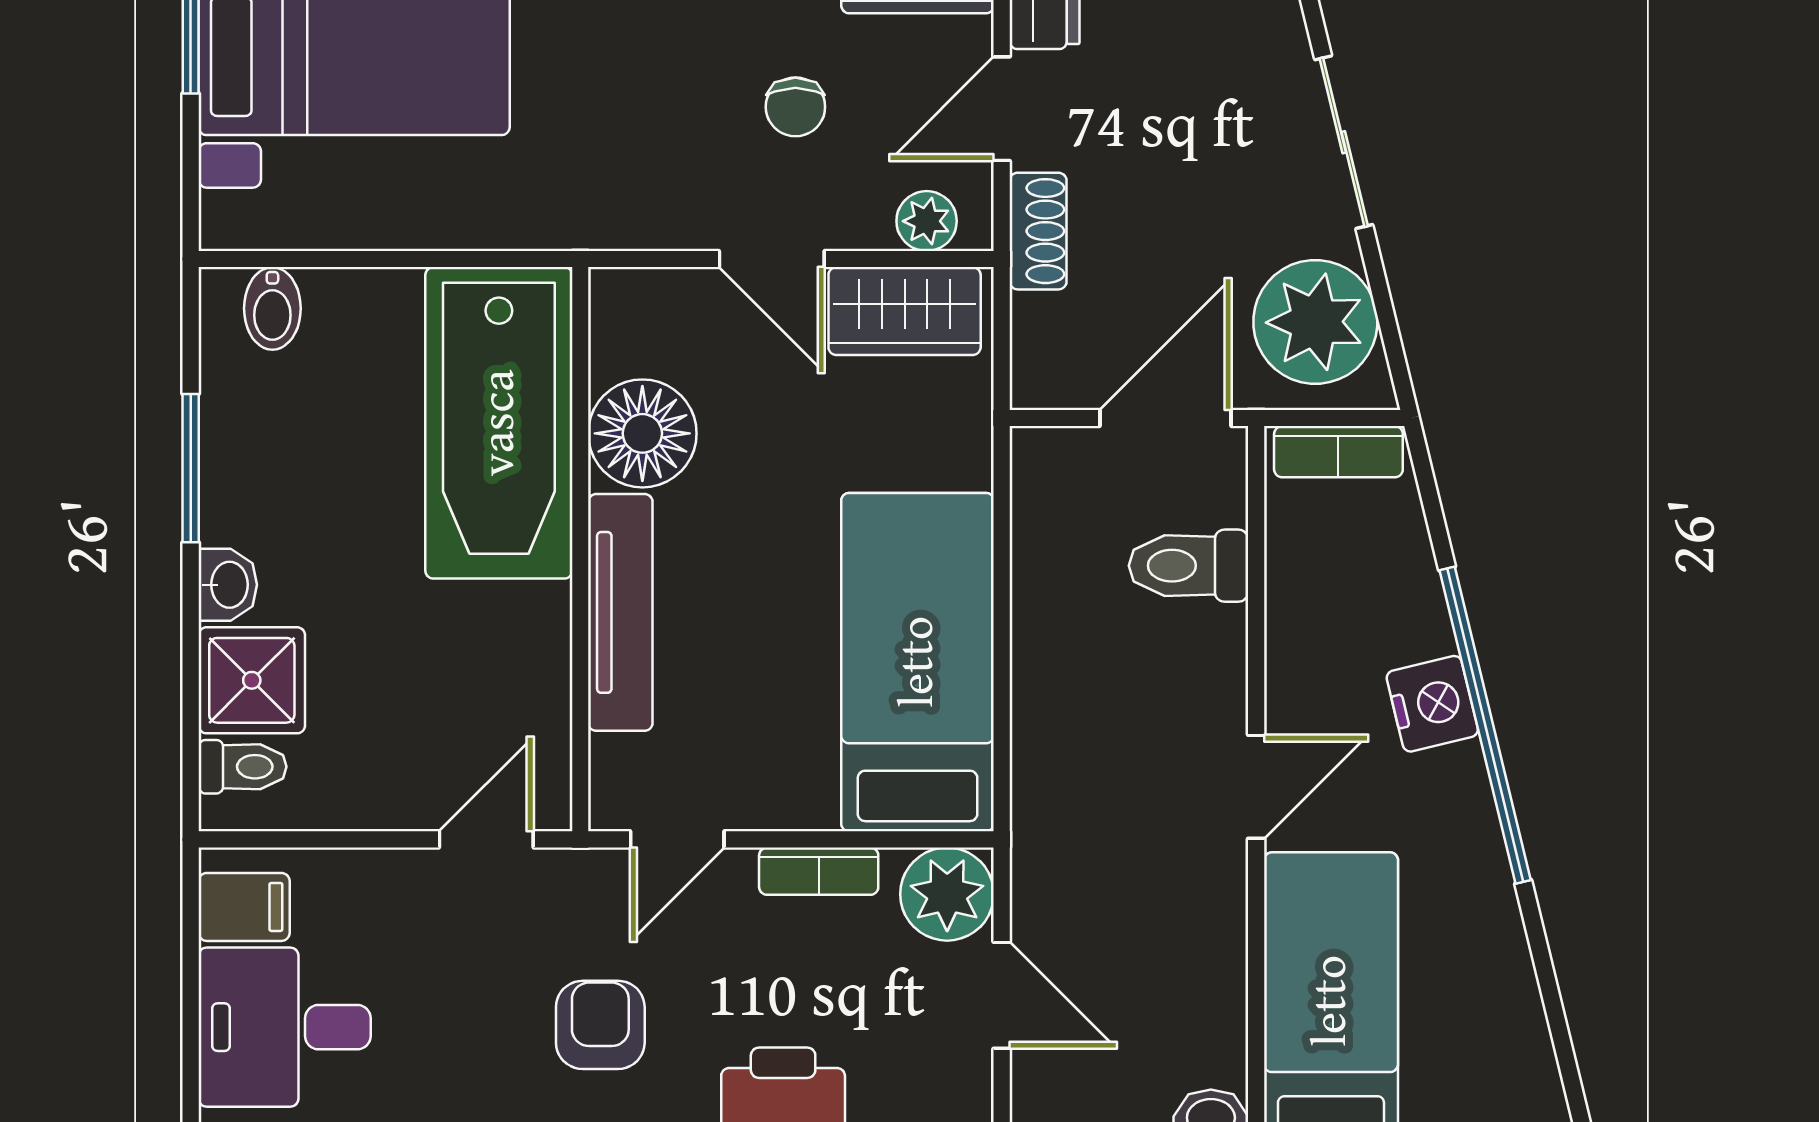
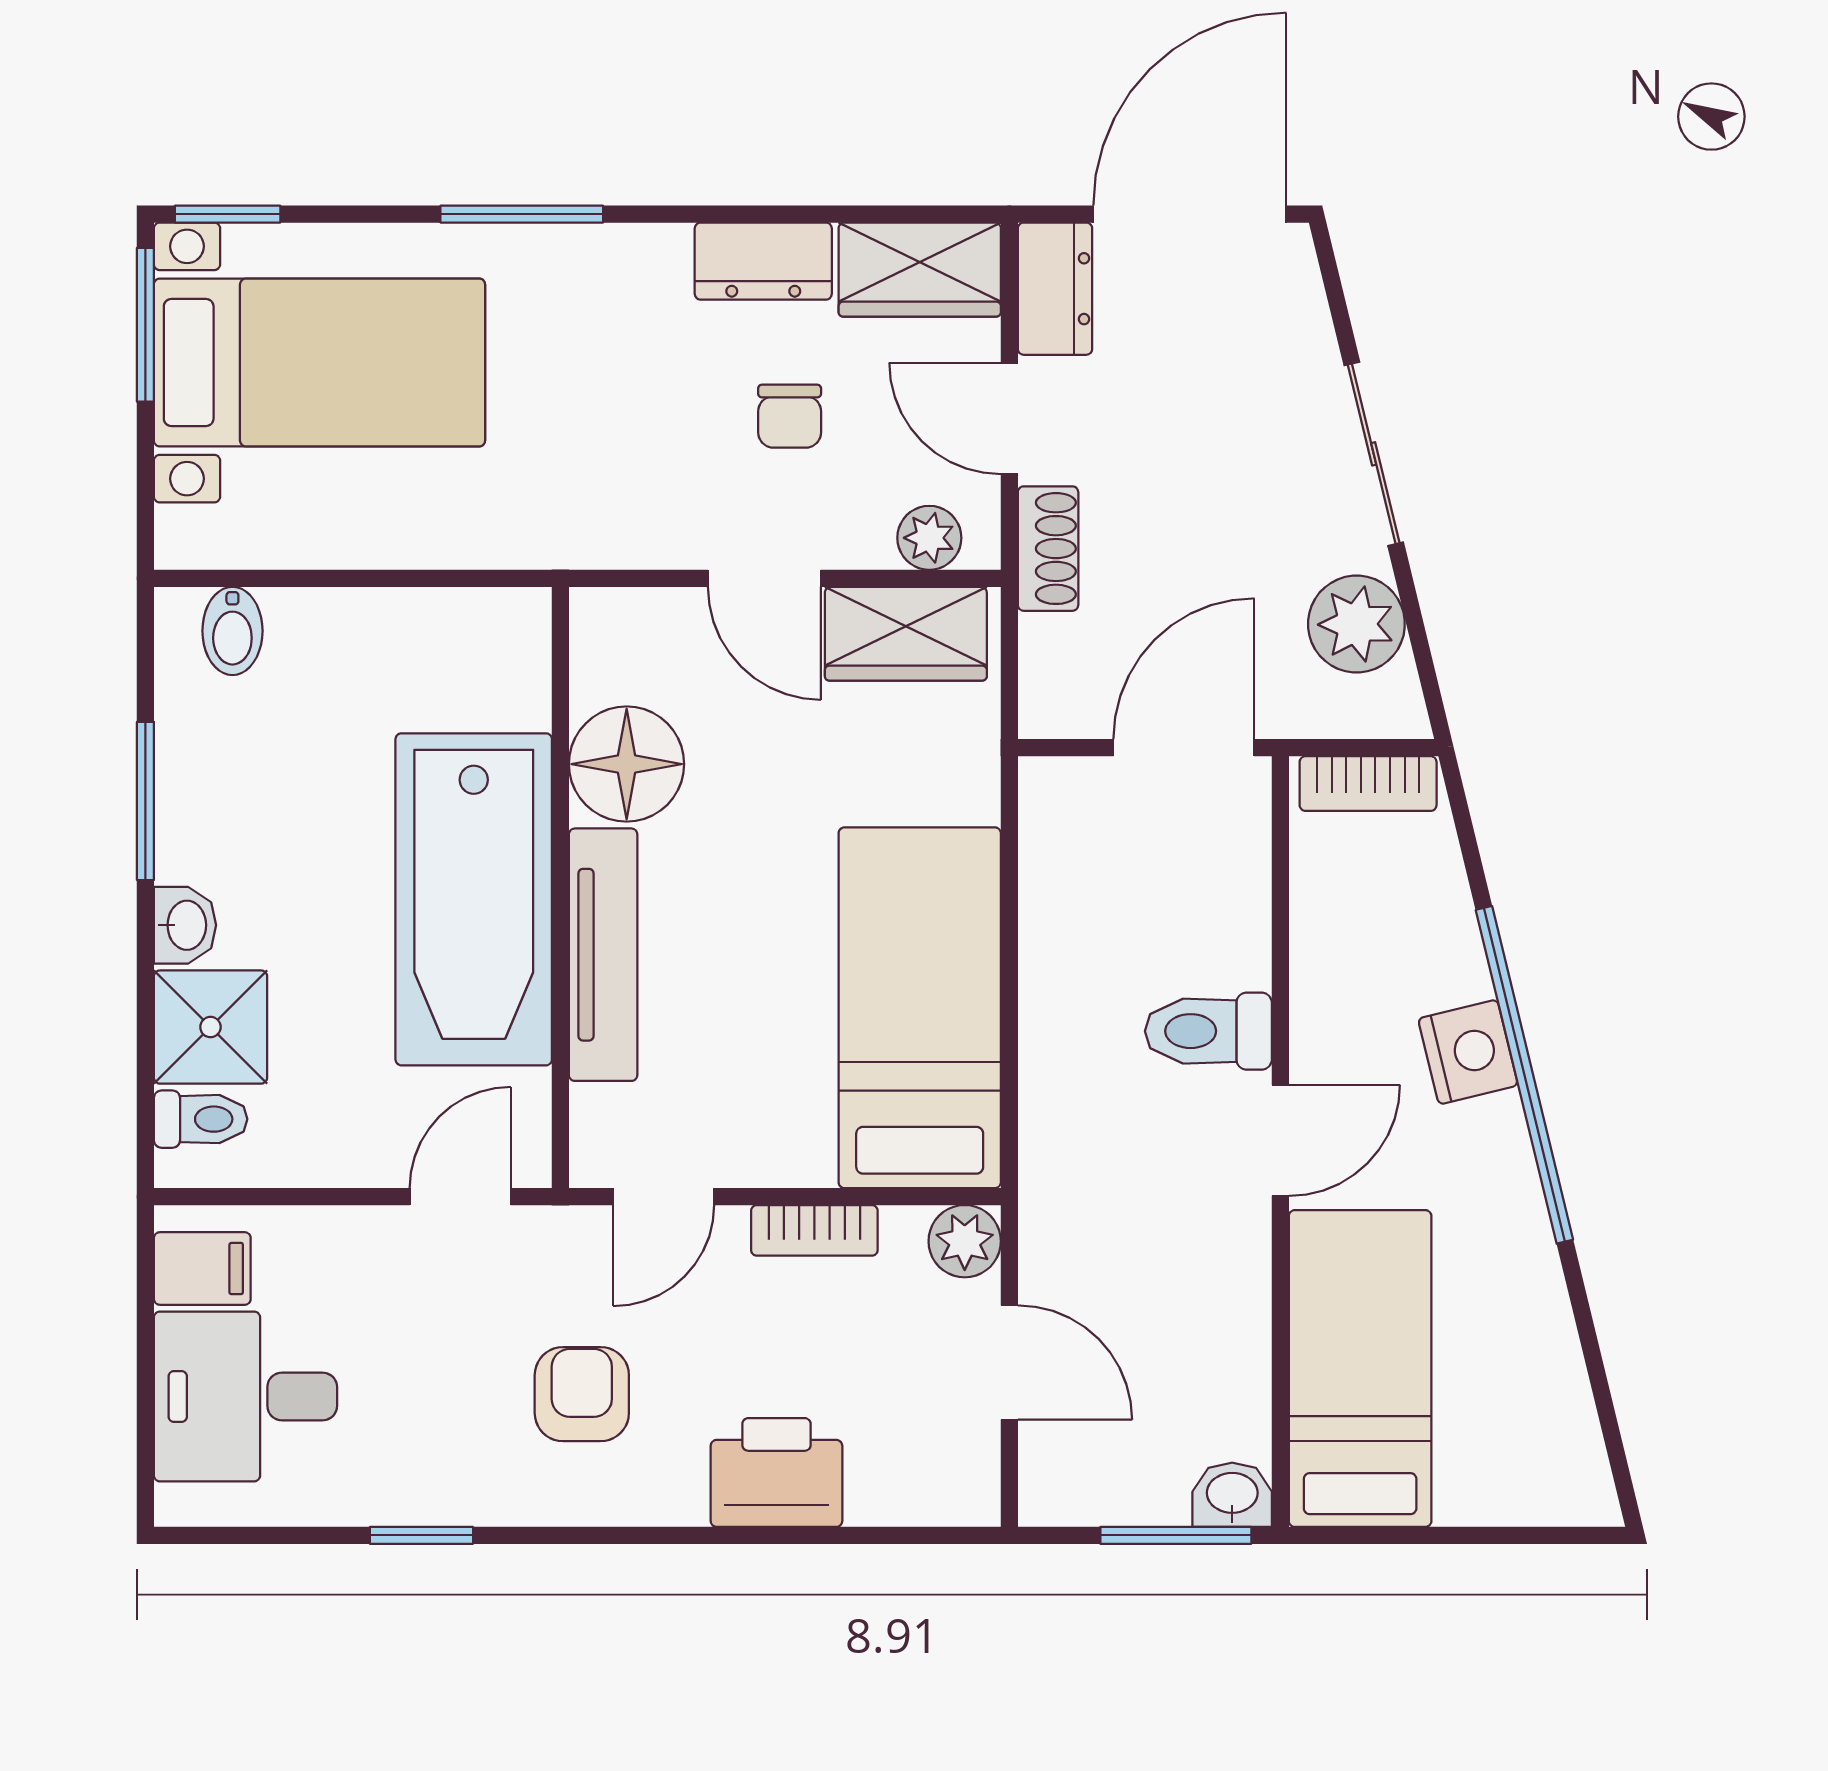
door: (1002, 109) -> (1009, 418), hinge flipped
plant: (1315, 322) -> (1356, 624), width x0.73, depth x0.73
bathtub: (499, 423) -> (474, 899), moved
toilet: (1189, 566) -> (1208, 1031), moved
plant: (947, 894) -> (965, 1241), width x0.73, depth x0.73

